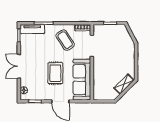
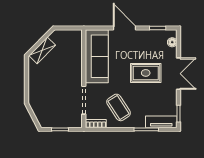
rug: (55, 73) -> (146, 73), moved, turned 90

